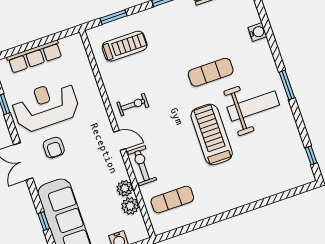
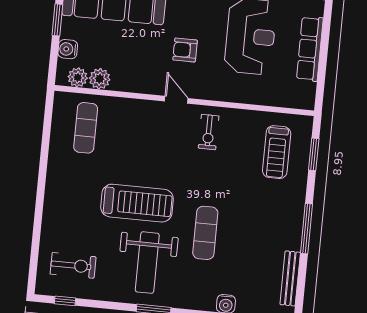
door: (120, 140) -> (176, 100), swing flipped
armchair: (54, 147) -> (185, 50), moved
exercise bike: (142, 166) -> (73, 265), moved
plant: (125, 188) -> (78, 77), moved

